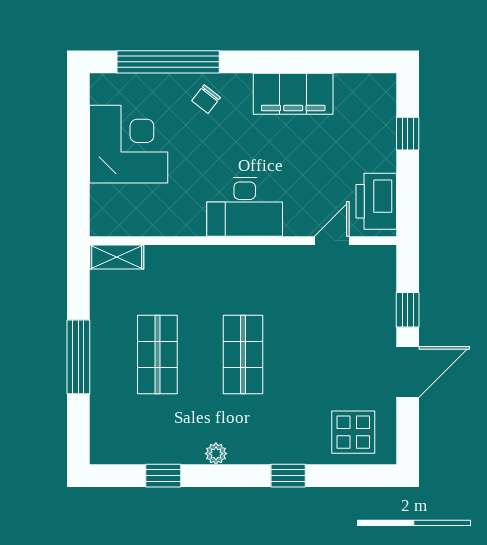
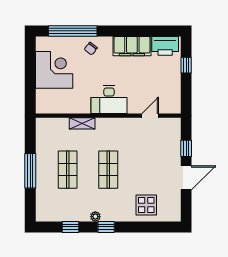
printer: (376, 201) -> (165, 46), moved, turned -90
shelving: (117, 257) -> (82, 123), moved
display table: (353, 432) -> (146, 205), moved
window: (288, 476) -> (106, 227), moved

